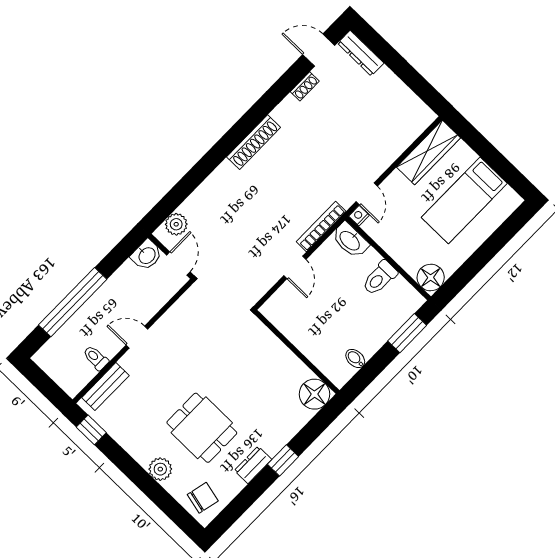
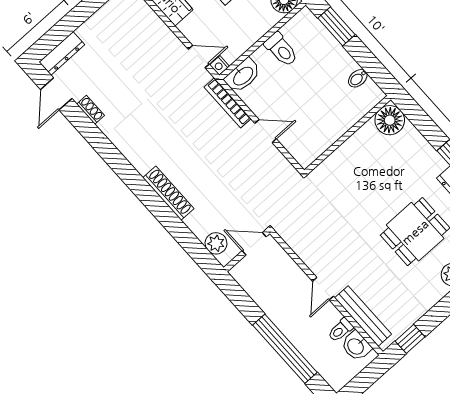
shoe rack: (254, 142) -> (168, 193), moved
washbasin: (147, 255) -> (356, 346), moved, turned 180
bench: (105, 387) -> (363, 316), width x1.36

